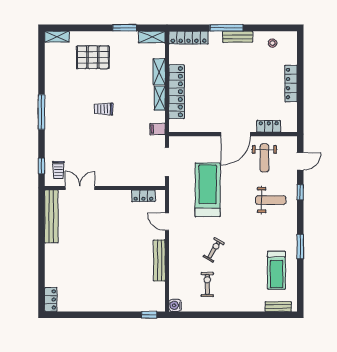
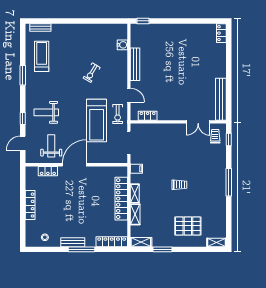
exercise bike: (207, 284) -> (118, 114), moved
water cooler: (175, 305) -> (122, 45), moved

